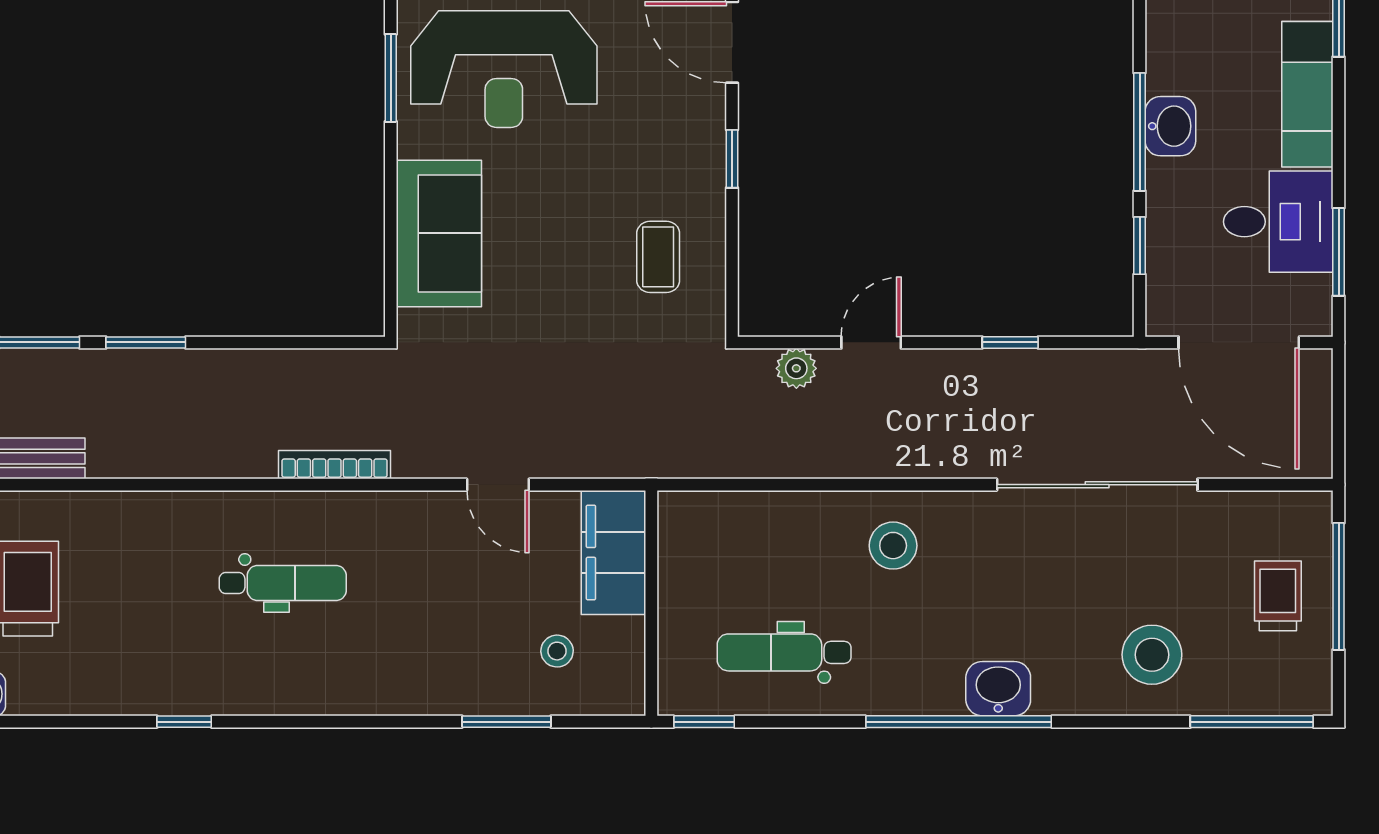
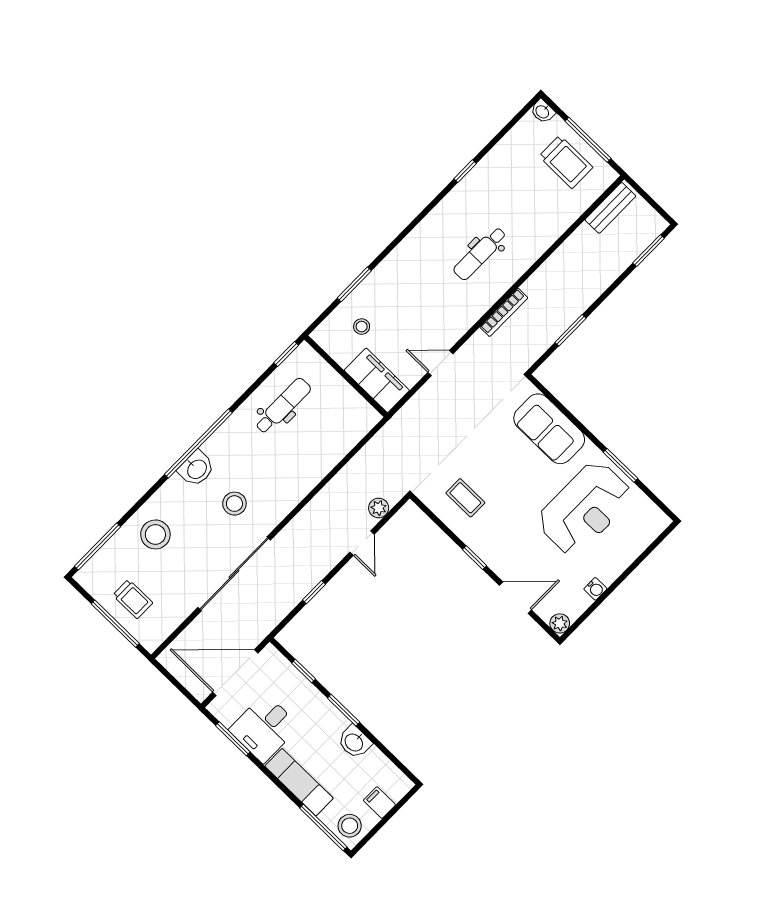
reception desk: (504, 69) -> (585, 508), turned 180
washbasin: (1170, 126) -> (354, 742), moved
window: (1140, 132) -> (344, 710), width x0.69
window: (146, 342) -> (570, 330), moved
stool: (893, 546) -> (234, 504), moved

